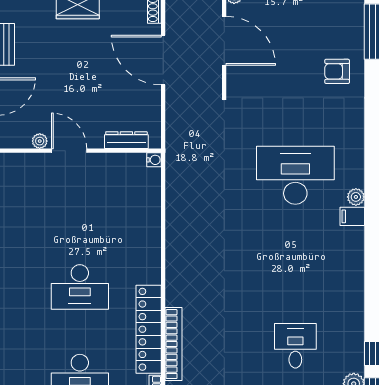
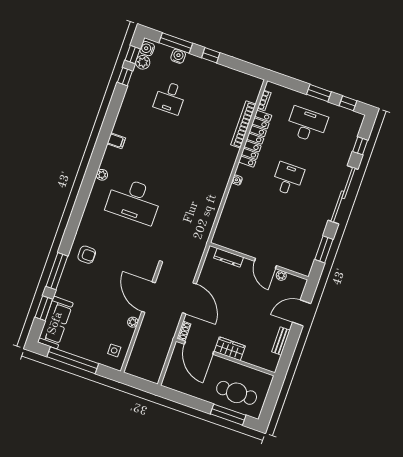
water cooler: (154, 160) -> (237, 180), moved
filing cabinet: (352, 216) -> (116, 141), moved
desk: (80, 287) -> (288, 179), width x0.73

